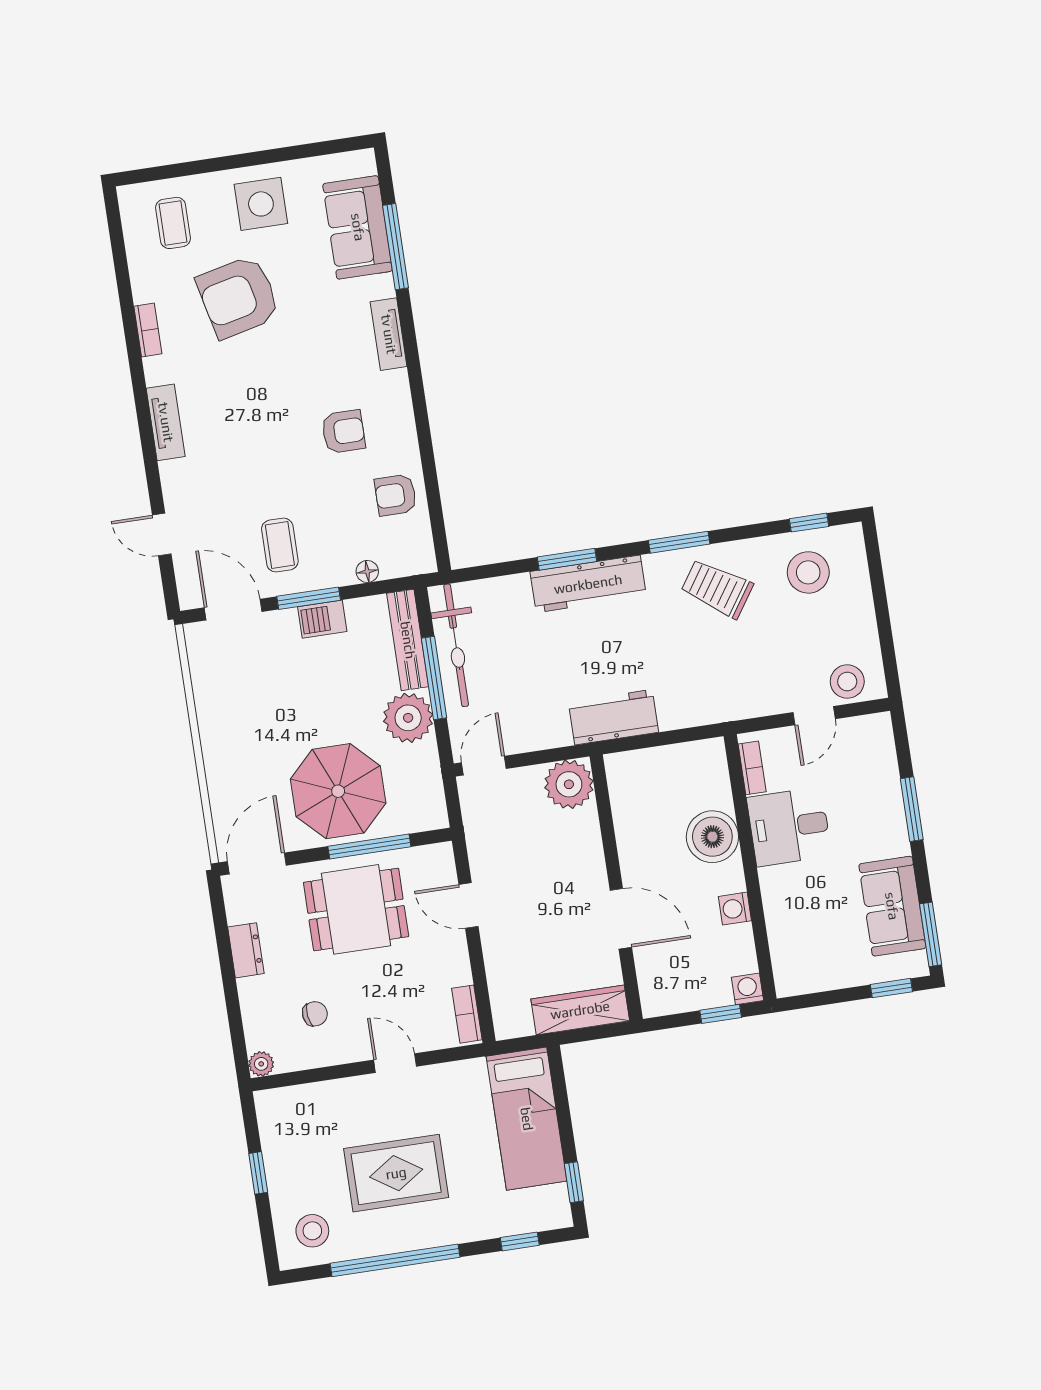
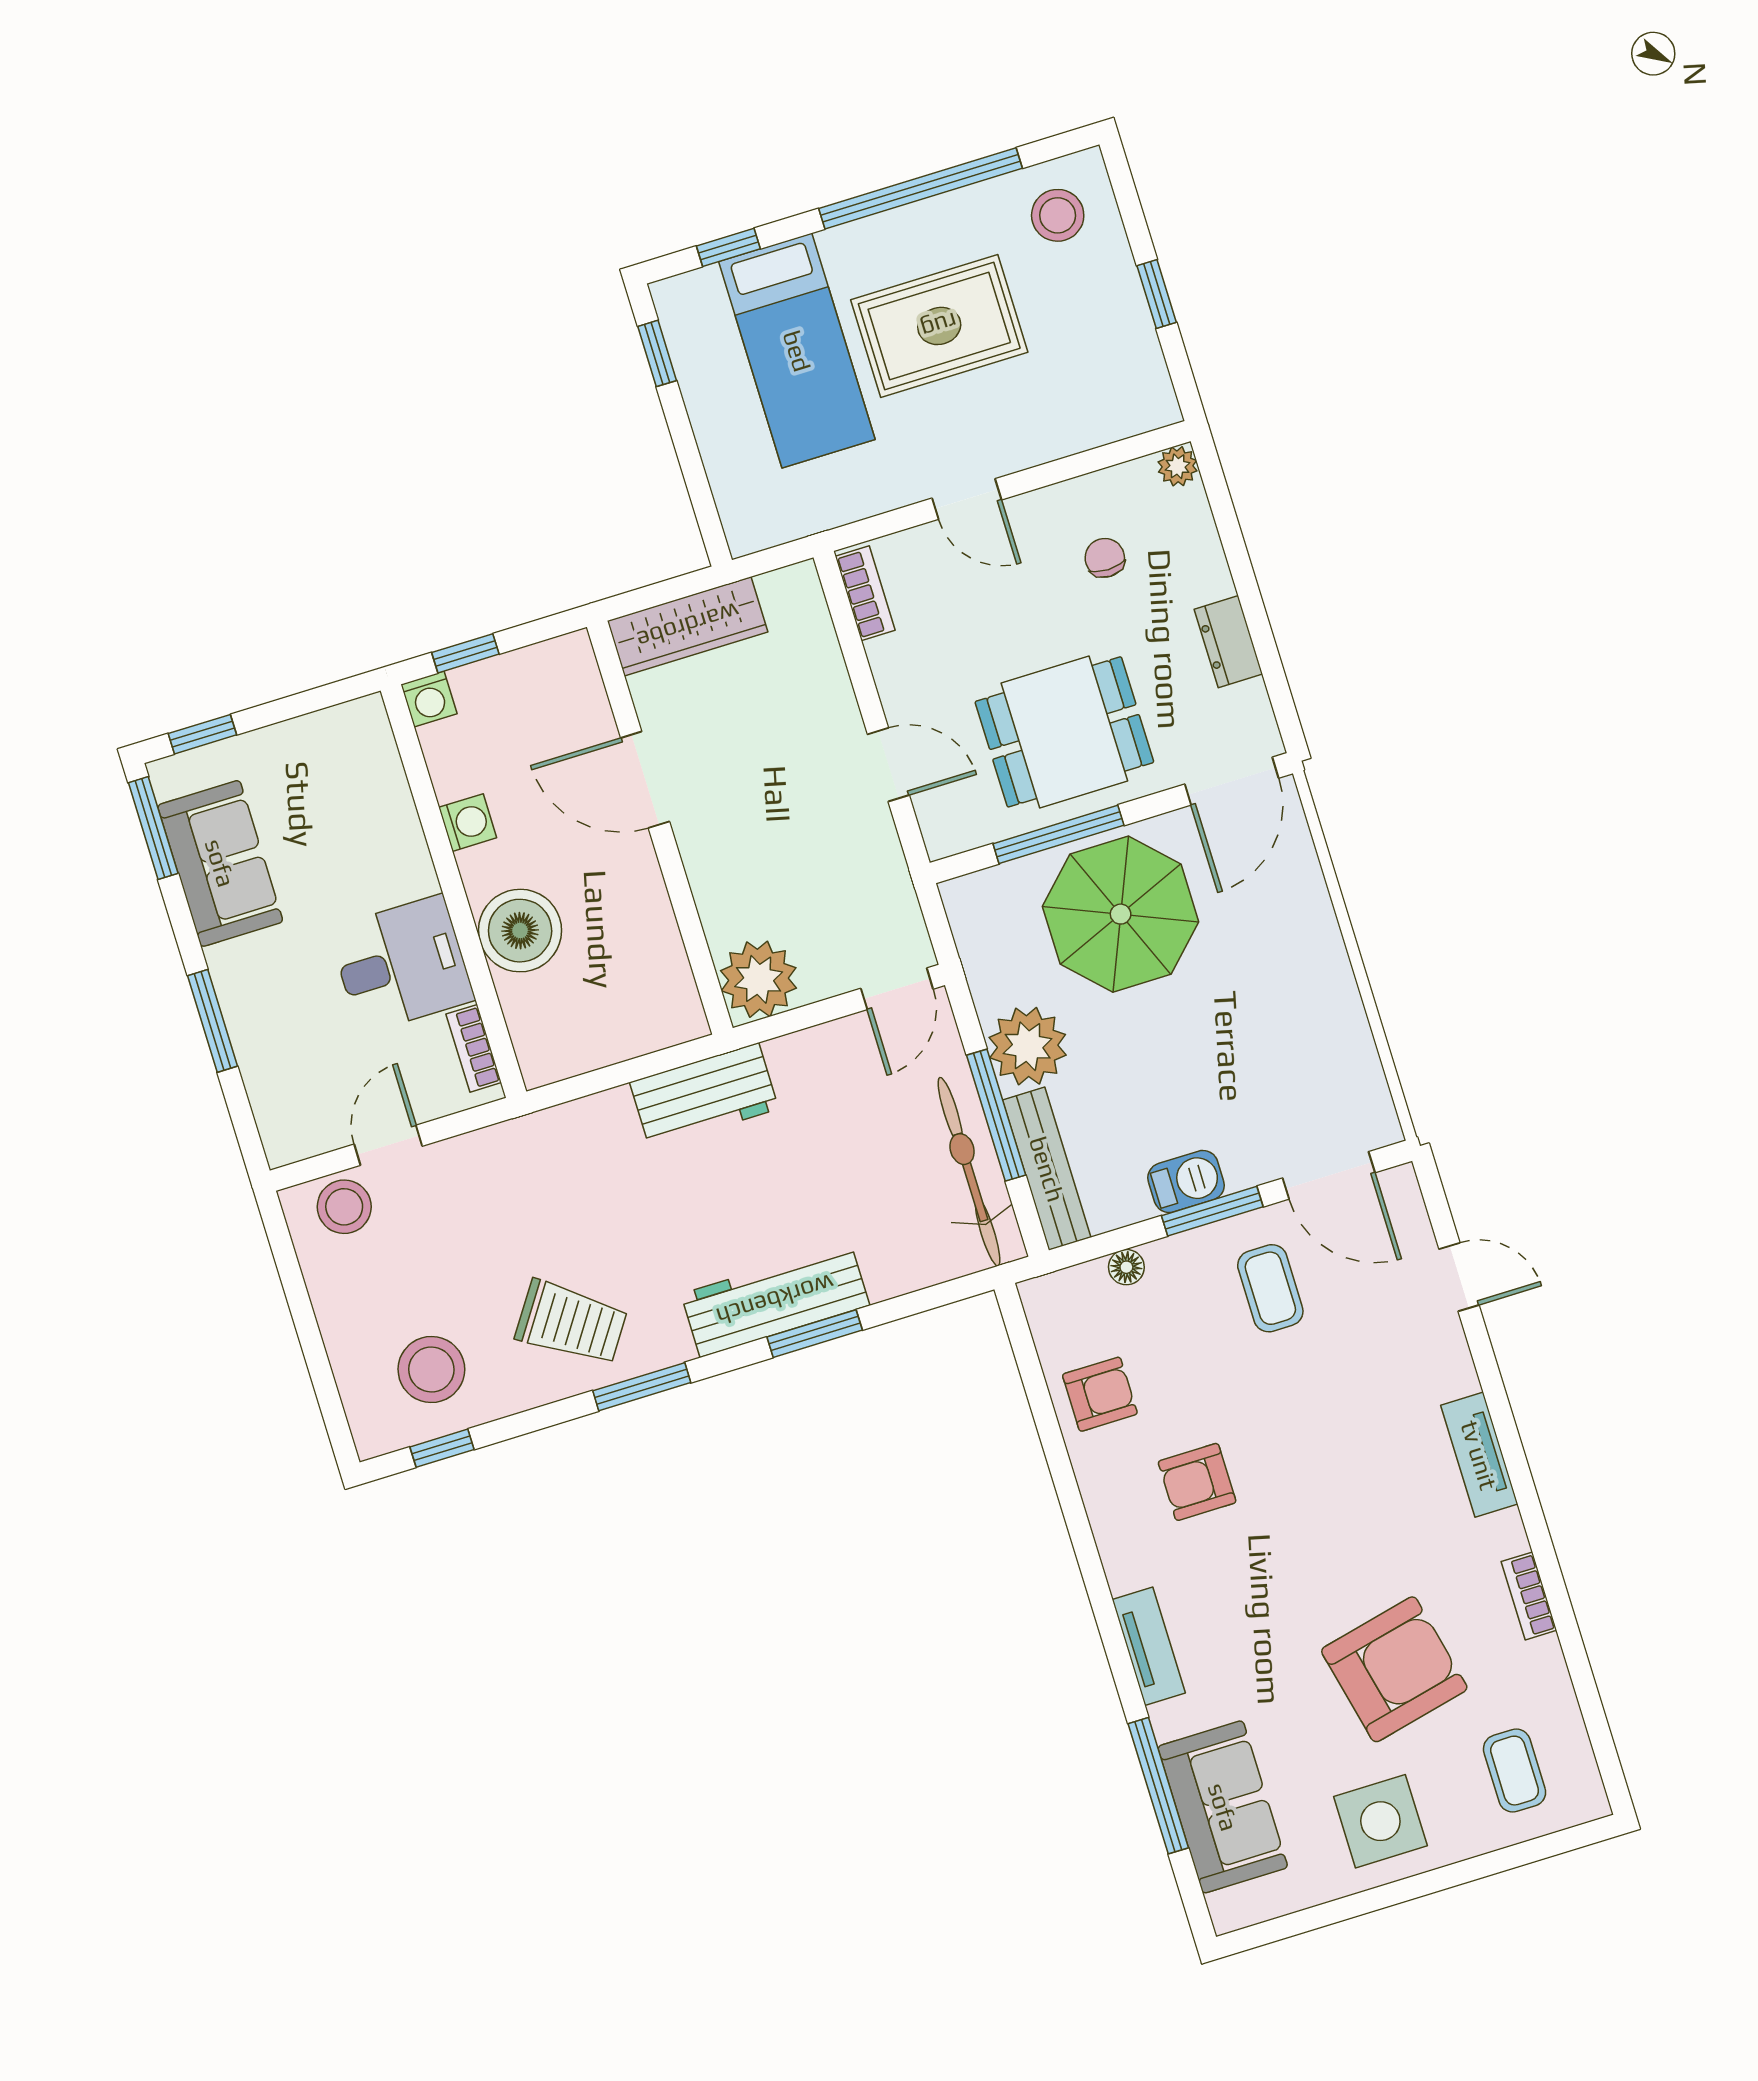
chair: (315, 1014) -> (1105, 558), turned 97
bed: (527, 1119) -> (797, 351), moved, turned 180

